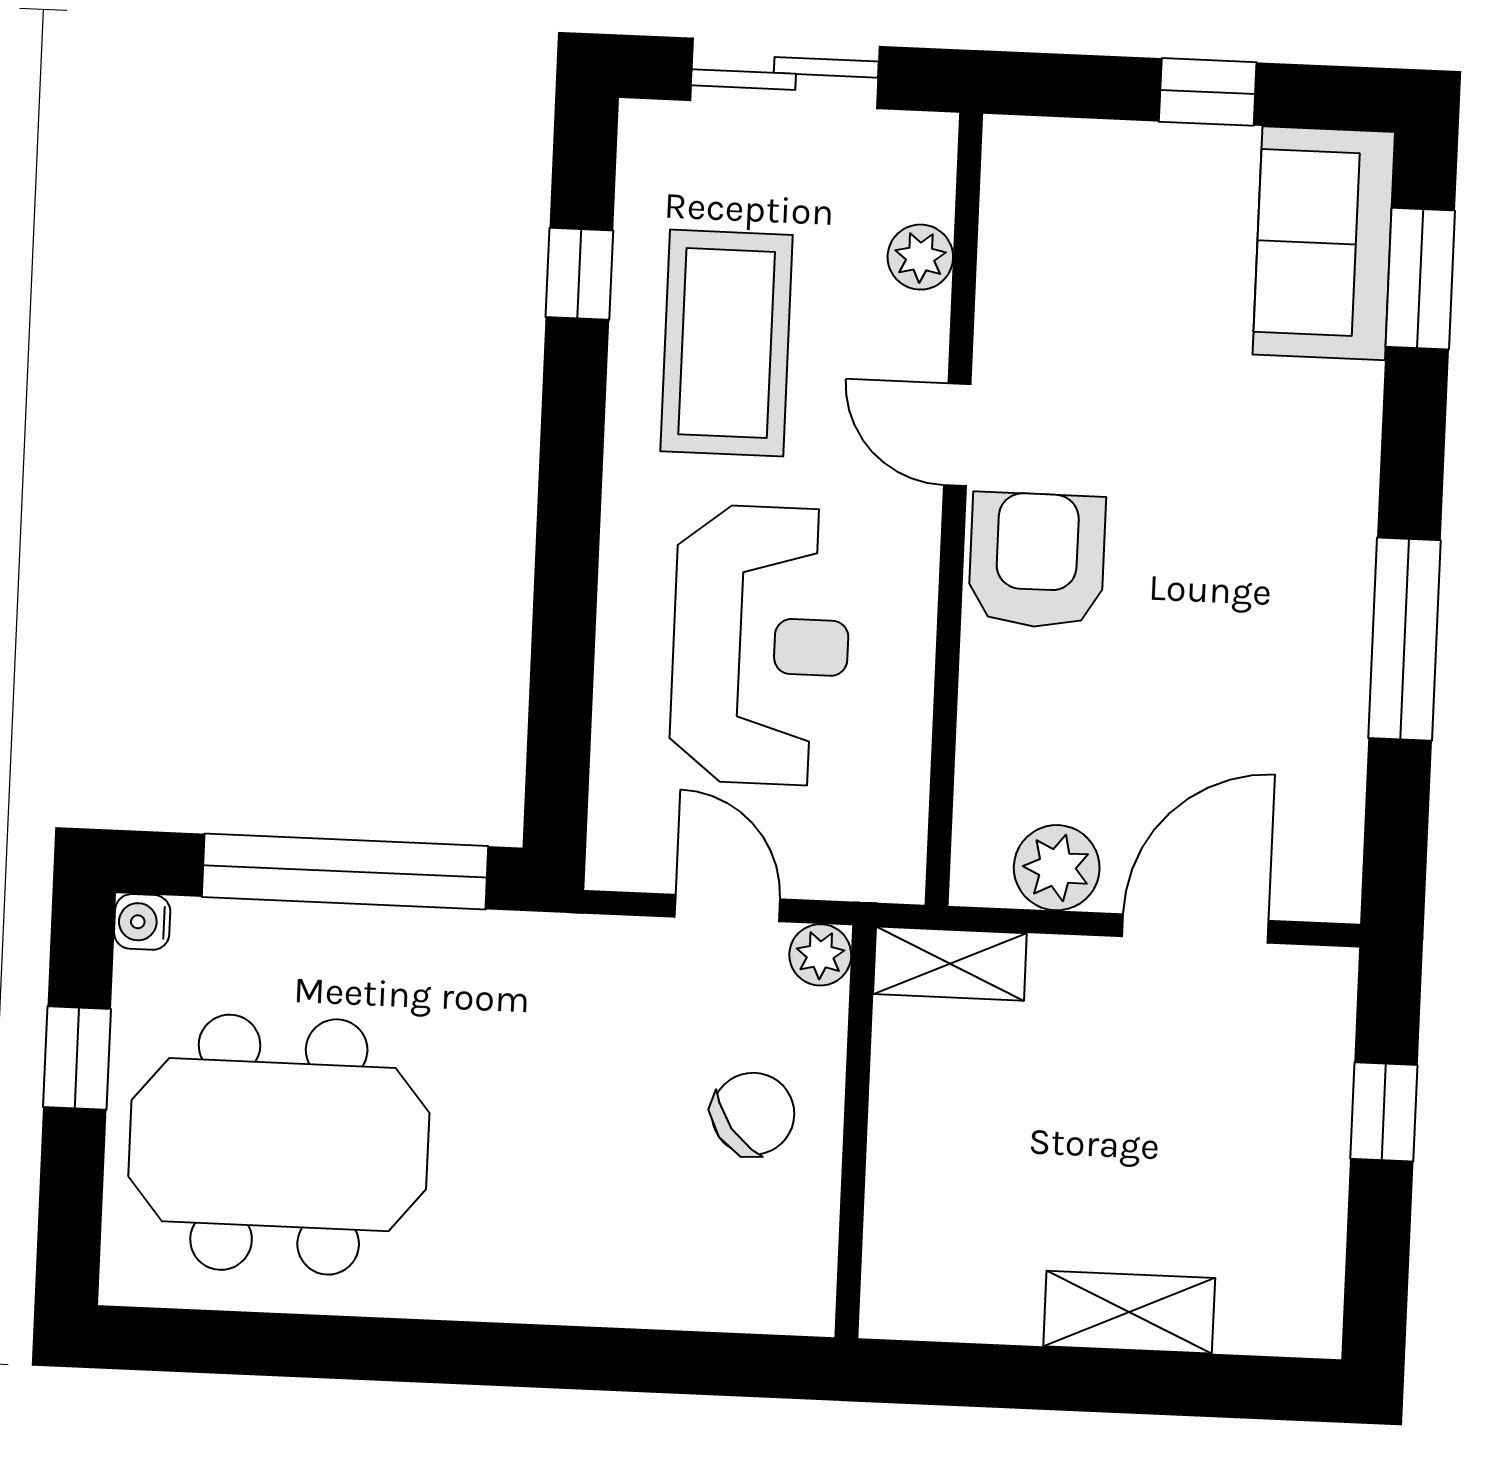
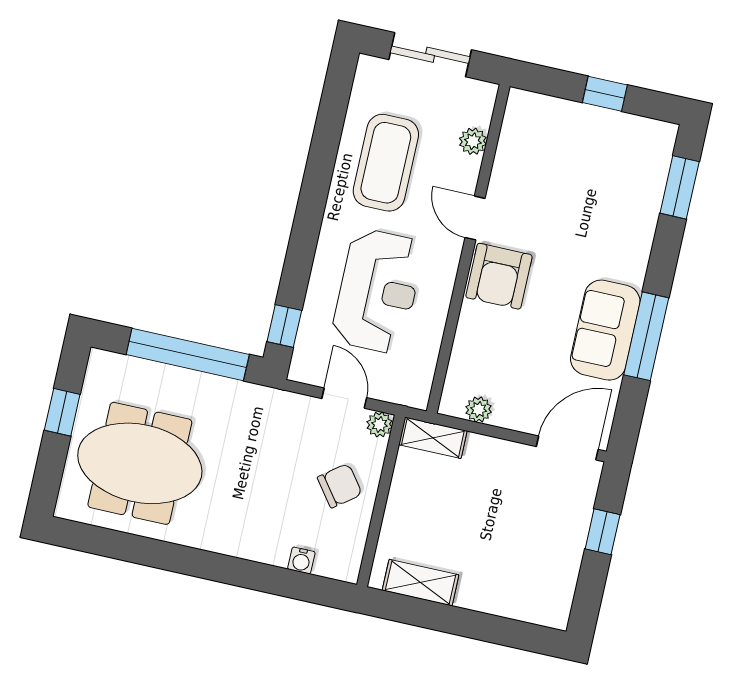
sofa: (1324, 243) -> (605, 330), moved
window: (579, 274) -> (284, 326), moved
armchair: (1037, 560) -> (499, 276), turned 180
plant: (1057, 868) -> (479, 409), width x0.73, depth x0.73
water cooler: (142, 922) -> (301, 560), moved, turned -90
door: (1195, 928) -> (567, 448), moved
shelving: (1129, 1312) -> (421, 583), moved

